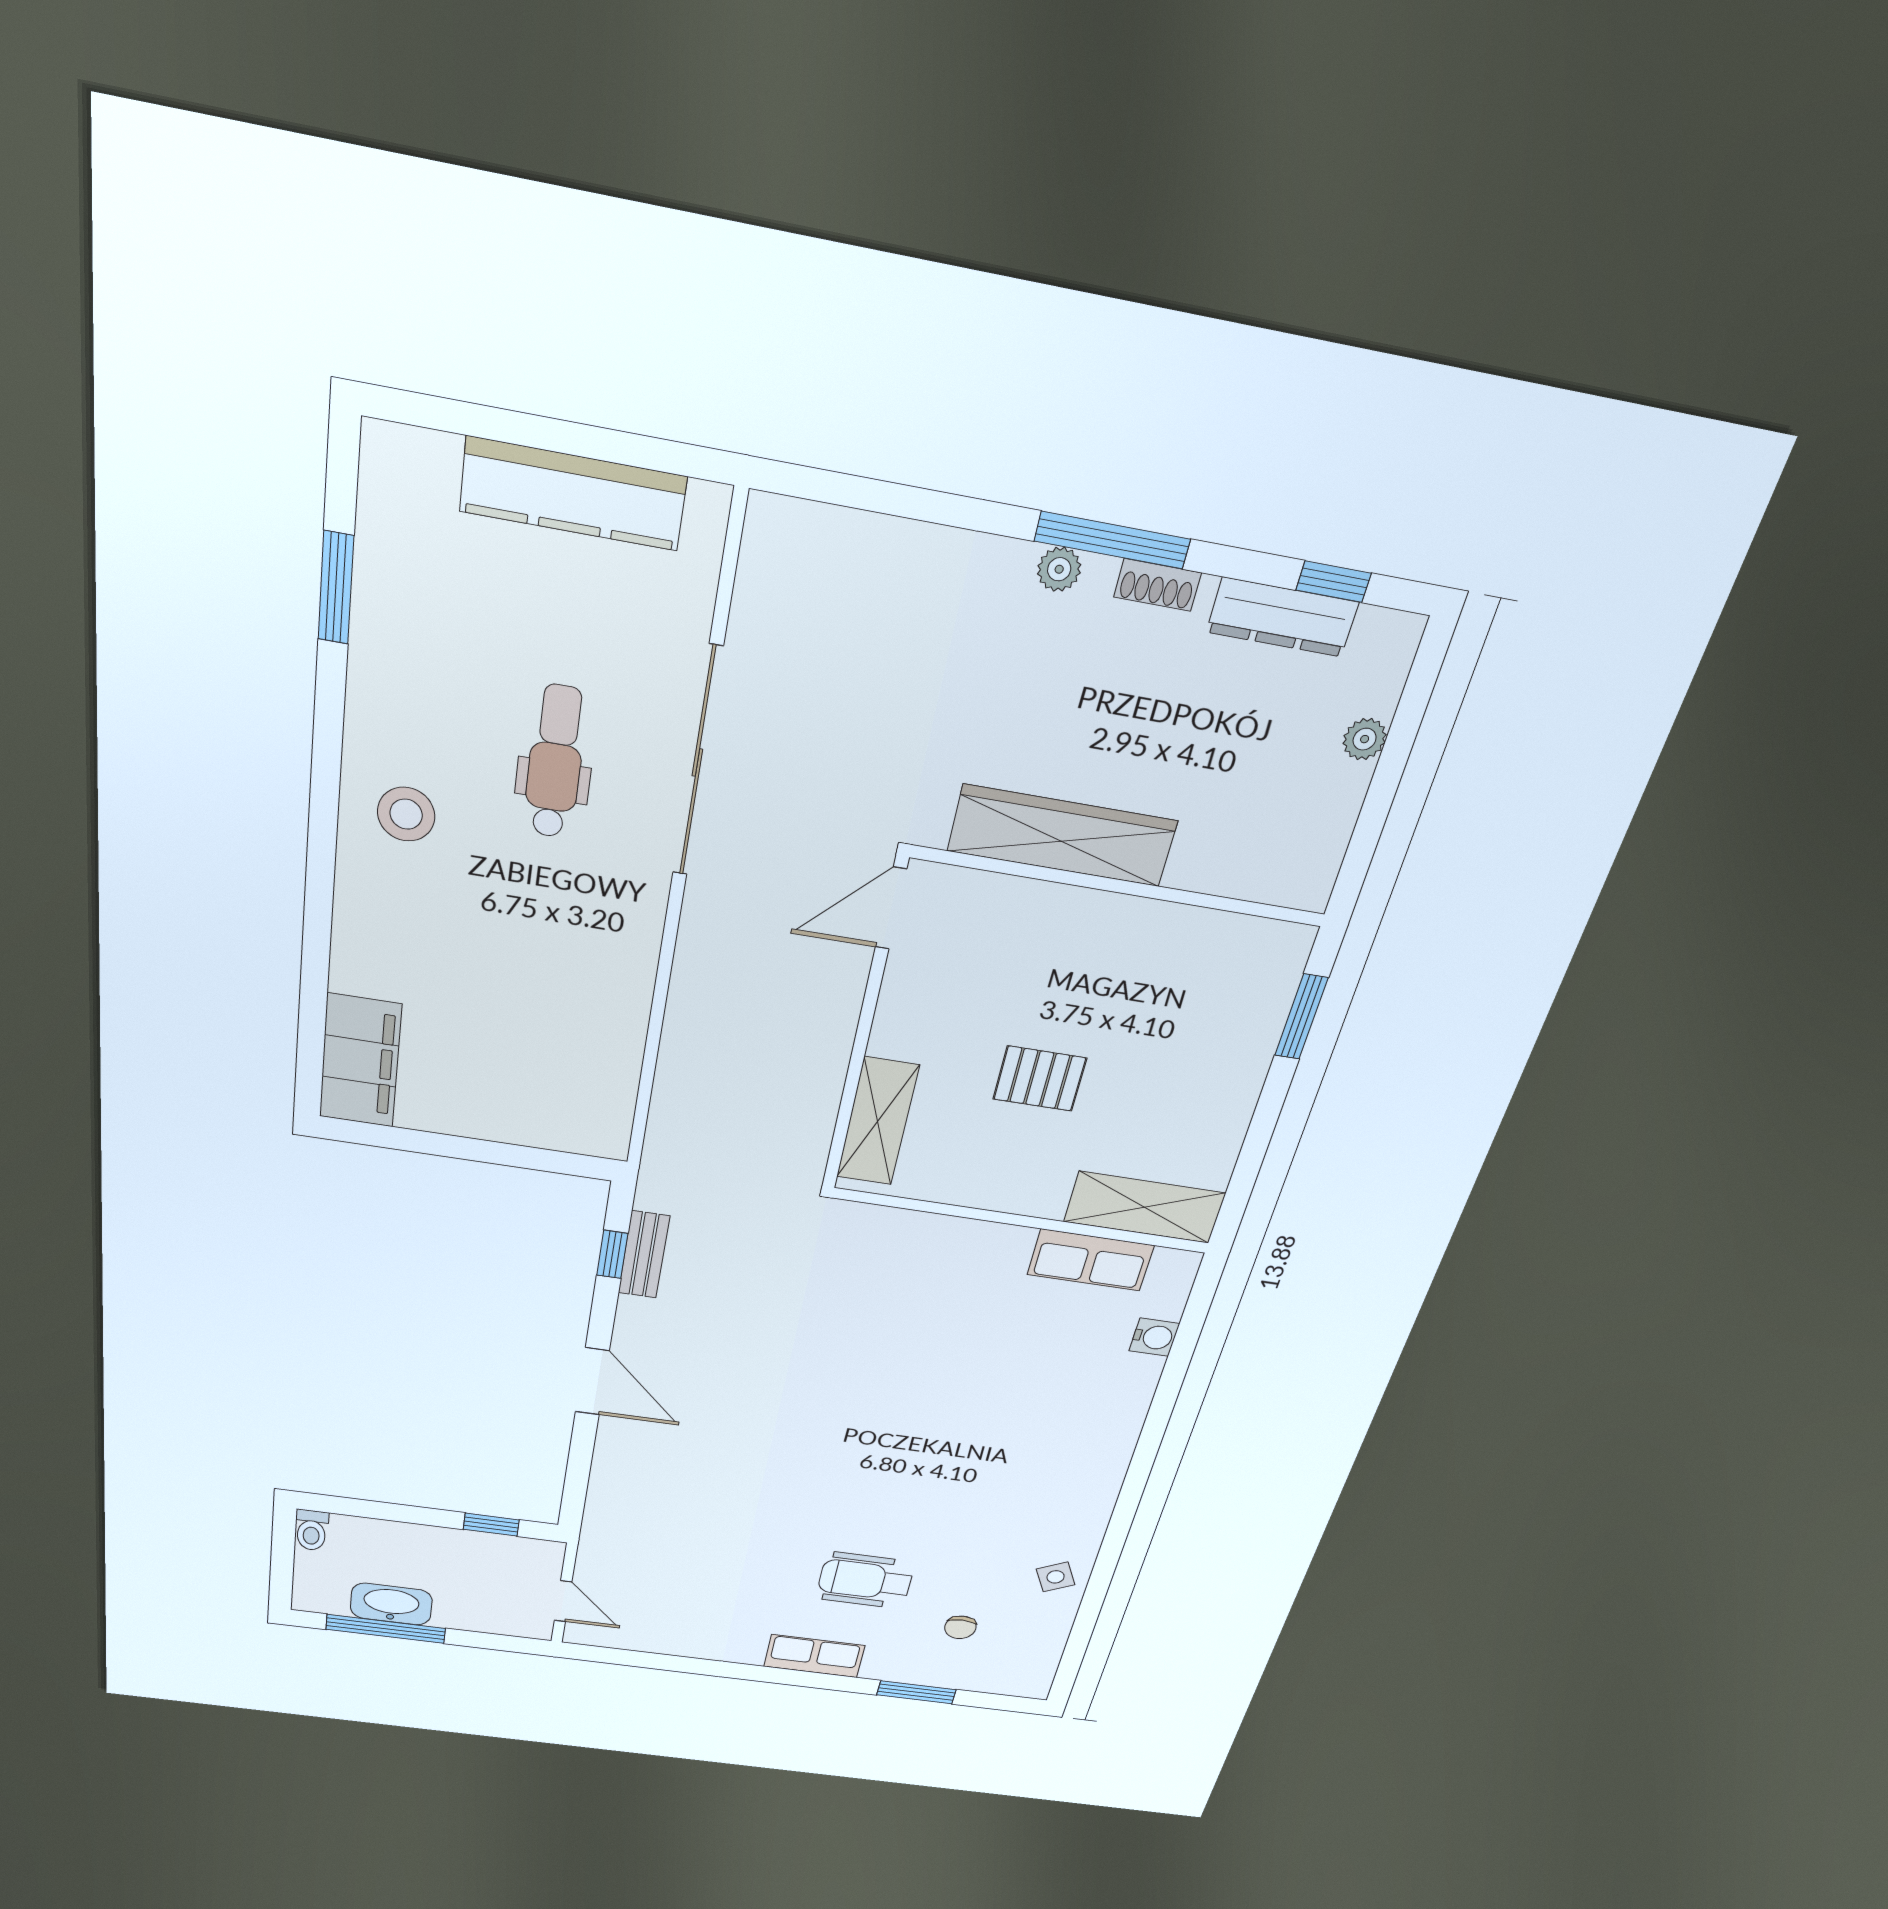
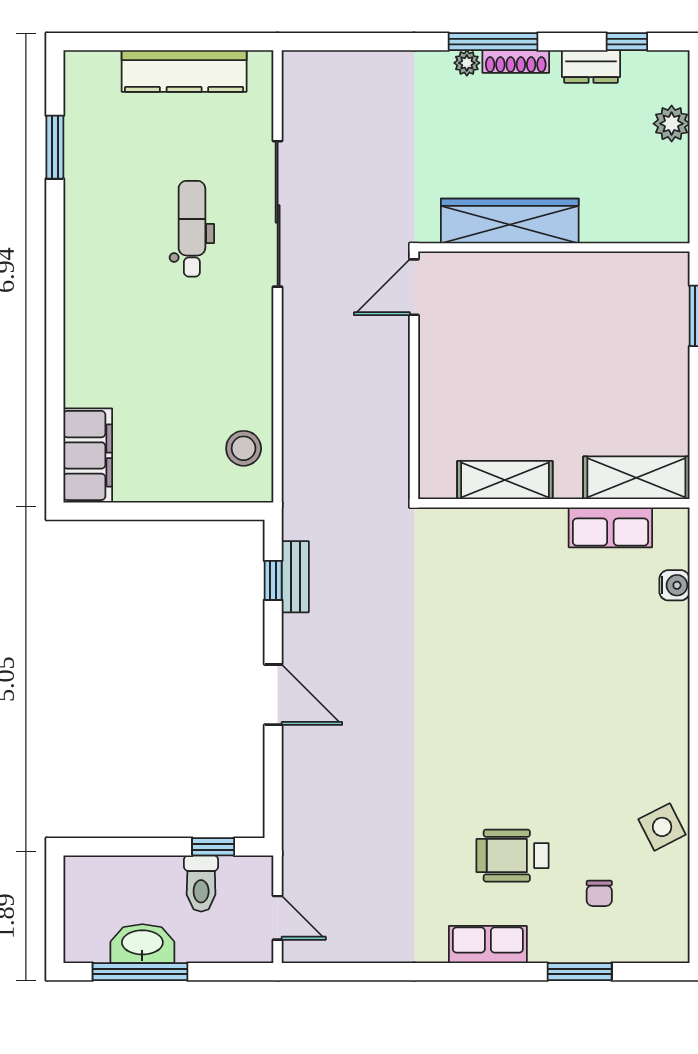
shoe rack: (1157, 585) -> (516, 62), width x1.43
dresser: (1282, 617) -> (591, 67), width x0.70
plant: (1365, 739) -> (672, 124), width x1.38, depth x1.38
stool: (406, 814) -> (244, 448), moved
pallet: (1040, 1079) -> (538, 391), removed
shelving: (878, 1122) -> (505, 480), moved, turned 90
toilet: (311, 1530) -> (201, 883), moved, width x1.37, depth x1.39
side table: (1056, 1577) -> (662, 827), width x1.37, depth x1.37

